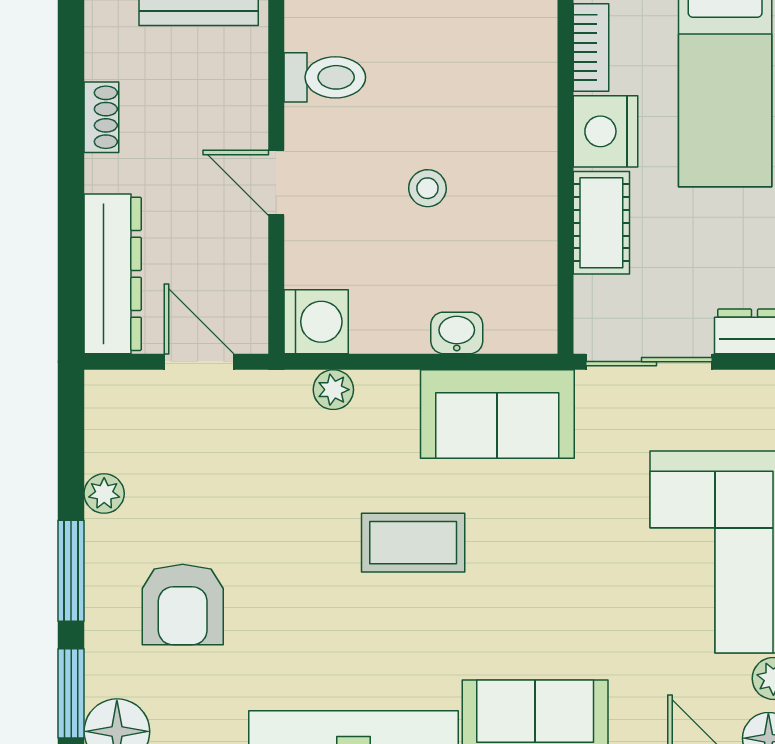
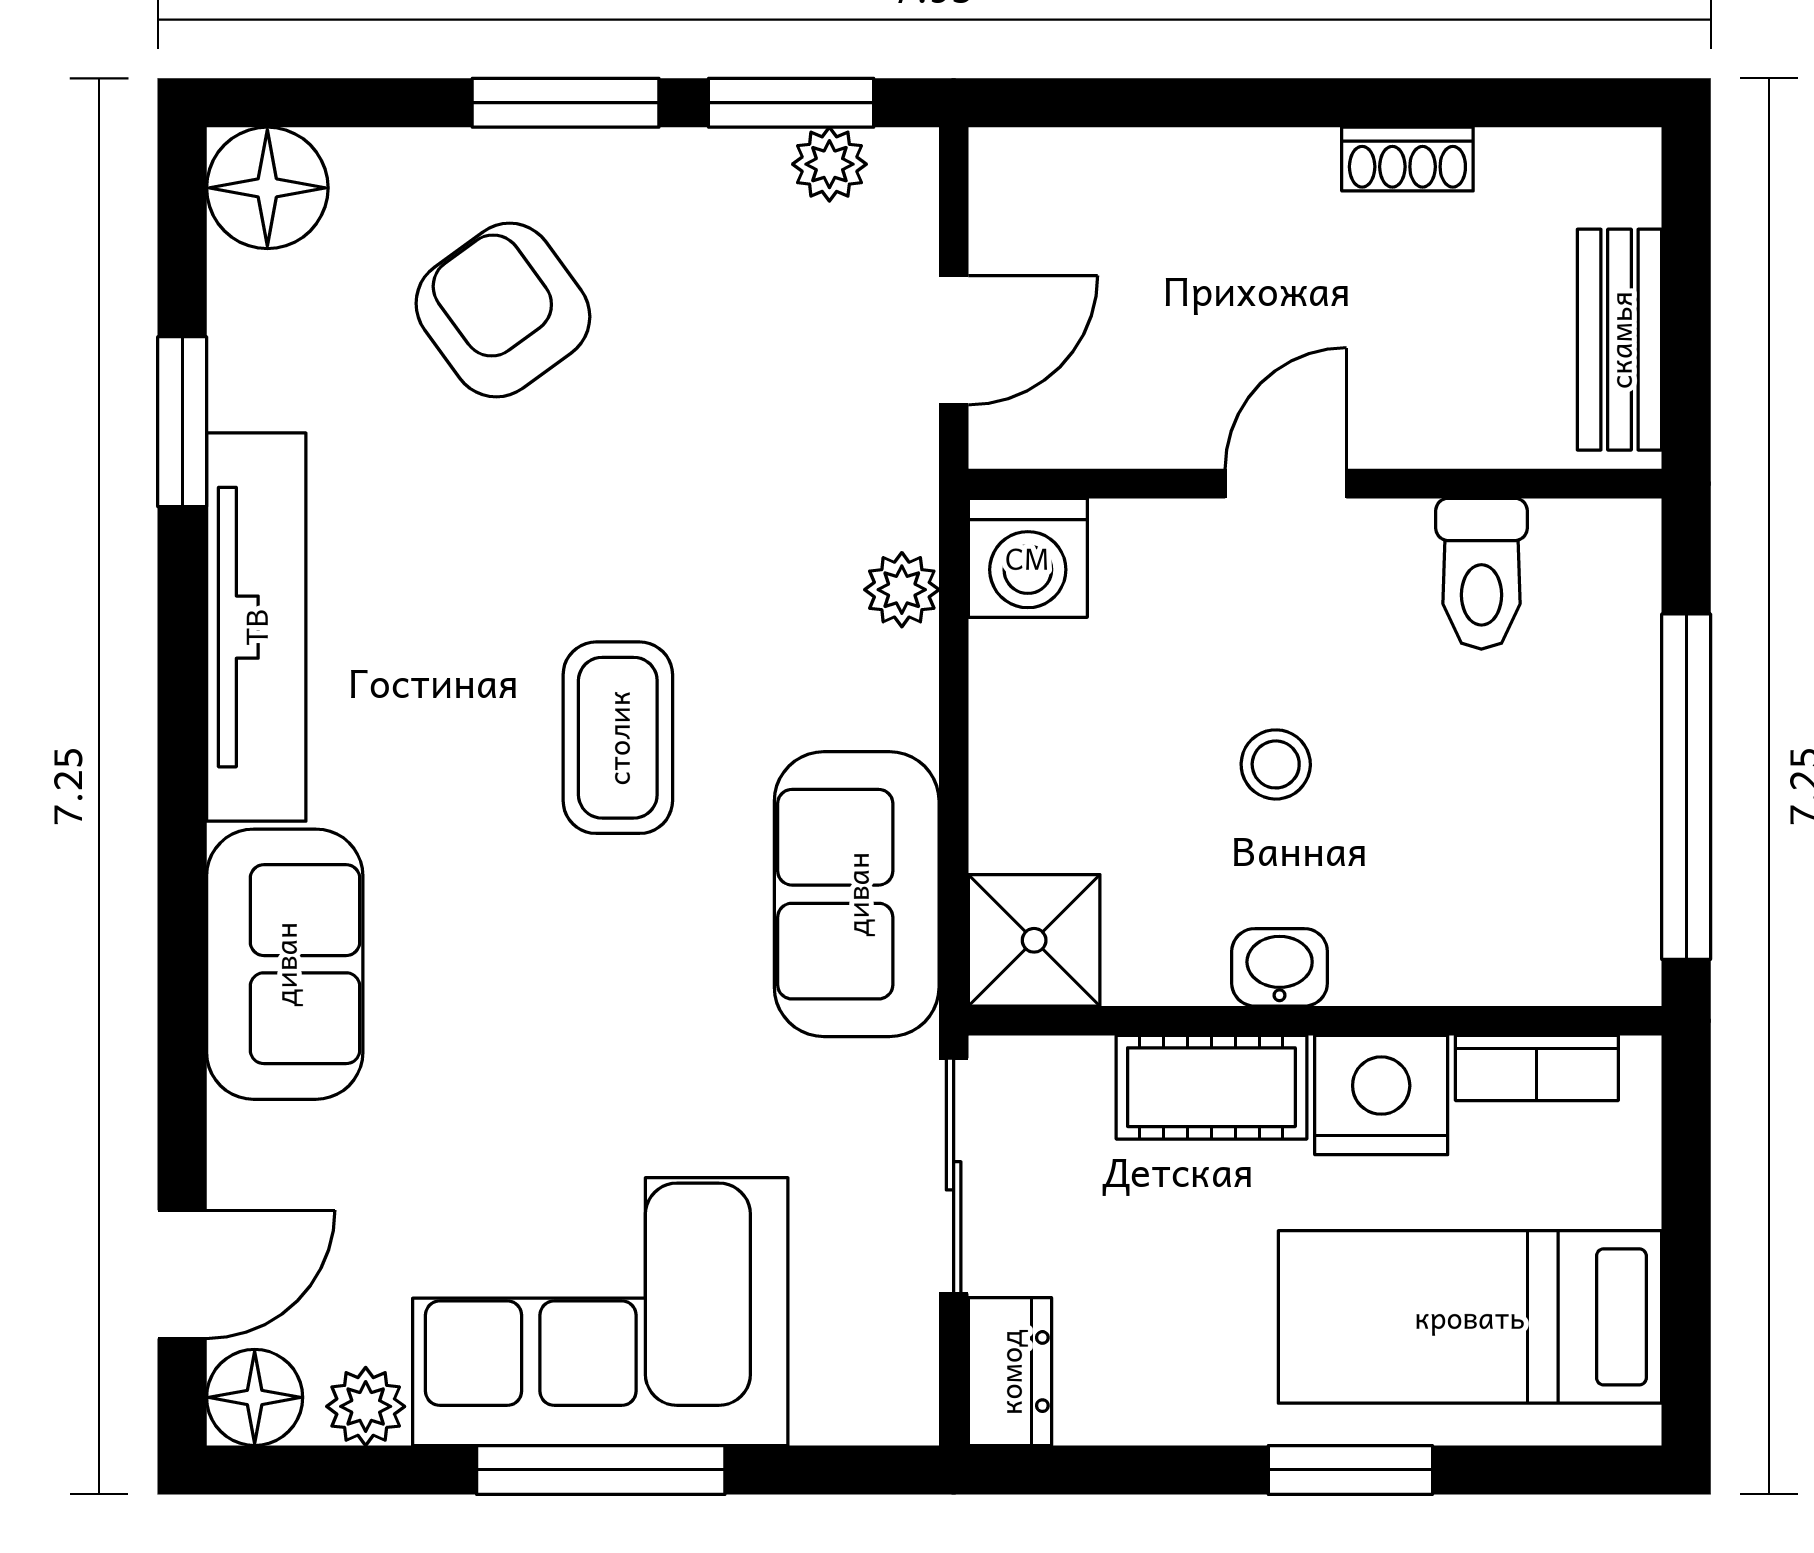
dresser: (113, 274) -> (1117, 180), removed
shower: (522, 318) -> (1034, 940), added
washbasin: (457, 333) -> (1280, 967), moved, turned -90
plant: (104, 494) -> (829, 164), moved
armchair: (183, 604) -> (503, 310), turned 54
window: (71, 693) -> (791, 103), moved

